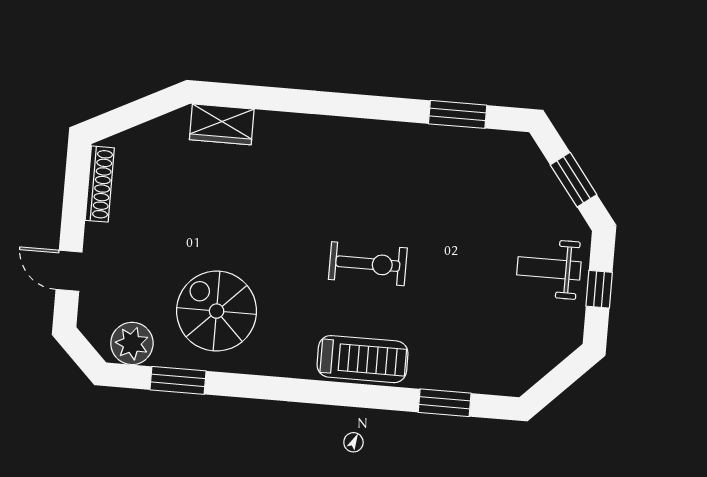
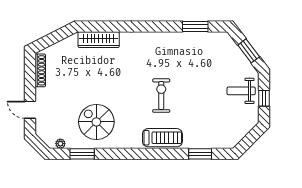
wardrobe: (222, 124) -> (99, 40), width x1.50
exercise bike: (368, 264) -> (161, 96), turned -90
plant: (132, 343) -> (60, 144), width x0.53, depth x0.53

